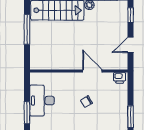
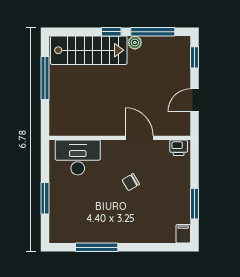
desk: (42, 101) -> (78, 157), moved, turned 90

